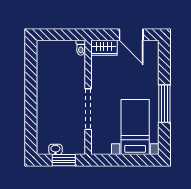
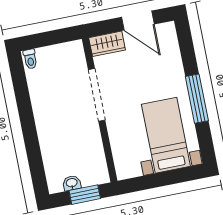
toilet: (81, 48) -> (30, 59), moved
doorway: (88, 109) -> (97, 95), moved

